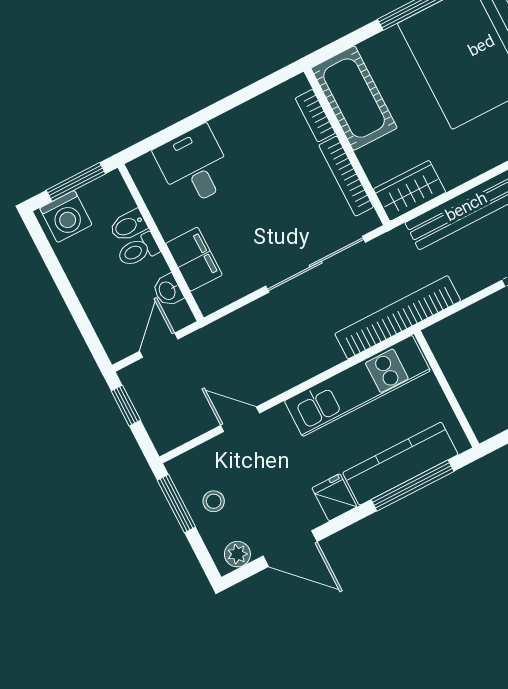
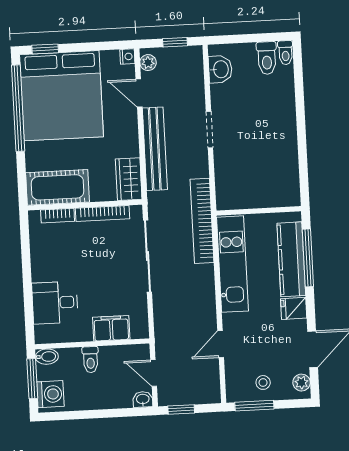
bidet: (128, 226) -> (47, 357), moved, turned -90
washbasin: (168, 290) -> (143, 399), moved, turned 180

